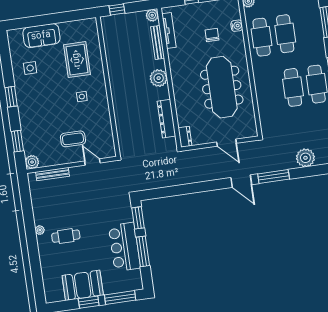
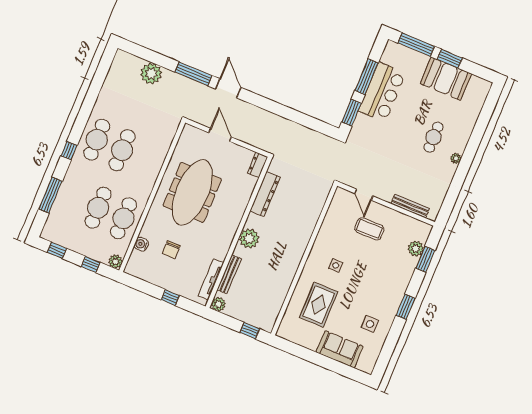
plant: (32, 162) -> (416, 248), moved
cafe table: (66, 236) -> (434, 137), turned 90

